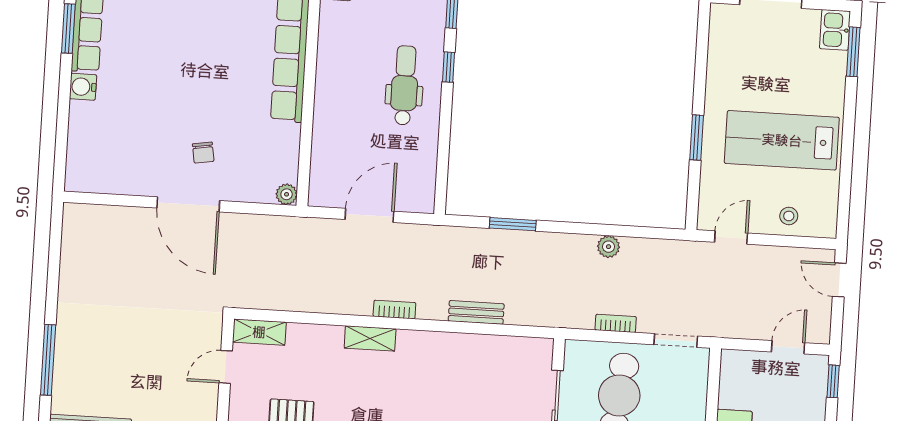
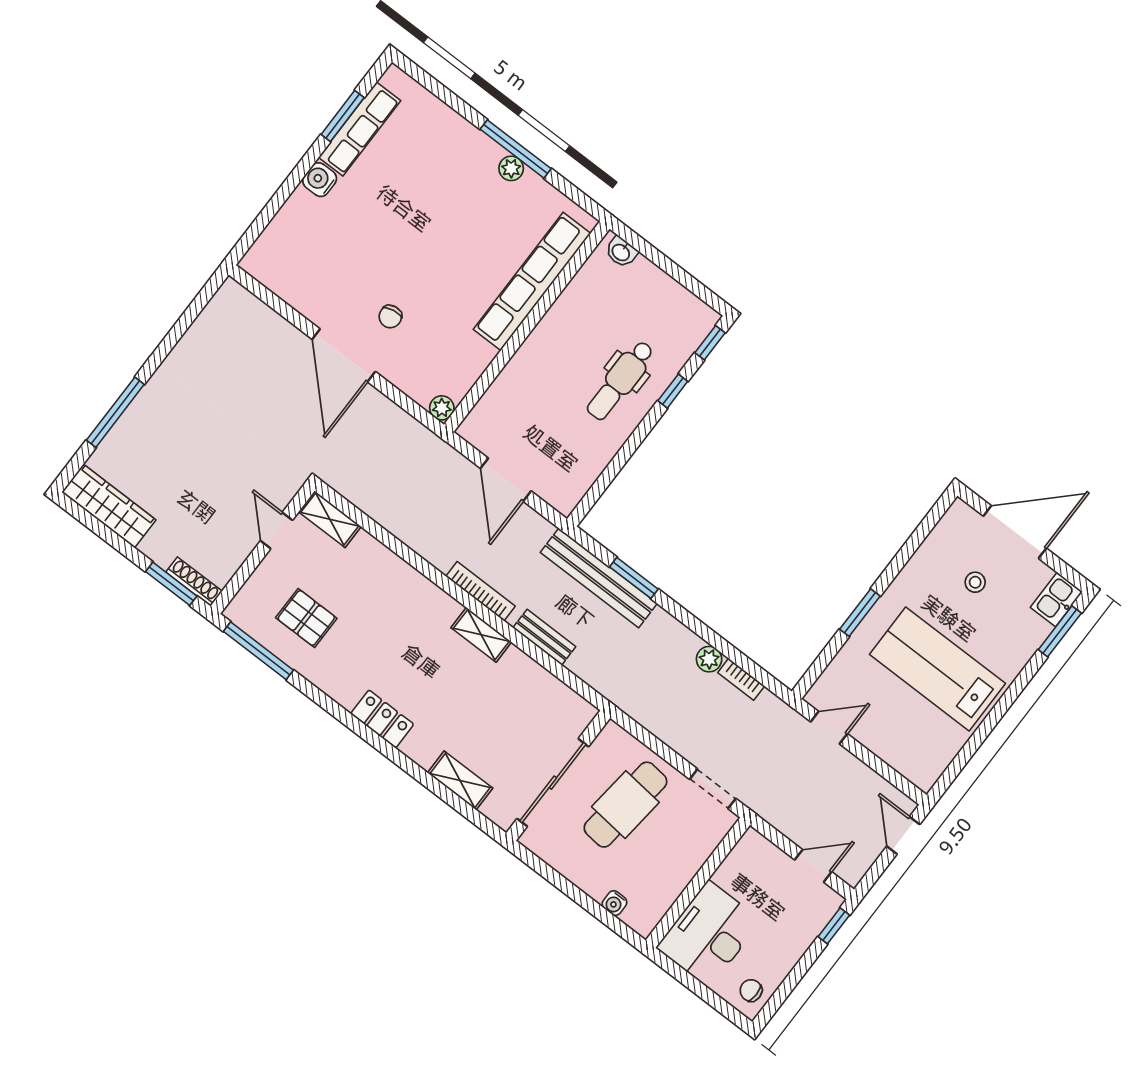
dental chair: (405, 85) -> (620, 380), turned 180
door: (369, 215) -> (506, 480), swing flipped
stool: (789, 216) -> (975, 582), moved
bench: (487, 242) -> (599, 578), added
bookcase: (394, 310) -> (480, 591), width x1.56
bookcase: (616, 323) -> (741, 679), moved, turned 180
shelving: (370, 338) -> (481, 635), moved
door: (226, 367) -> (276, 531), hinge flipped

